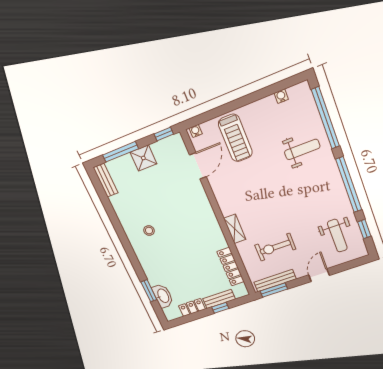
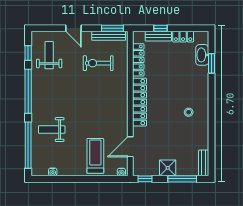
locker: (209, 221) -> (140, 102), added
shelving: (235, 229) -> (123, 89), removed
exercise bike: (275, 247) -> (98, 63), turned 180
door: (319, 275) -> (74, 28), hinge flipped

